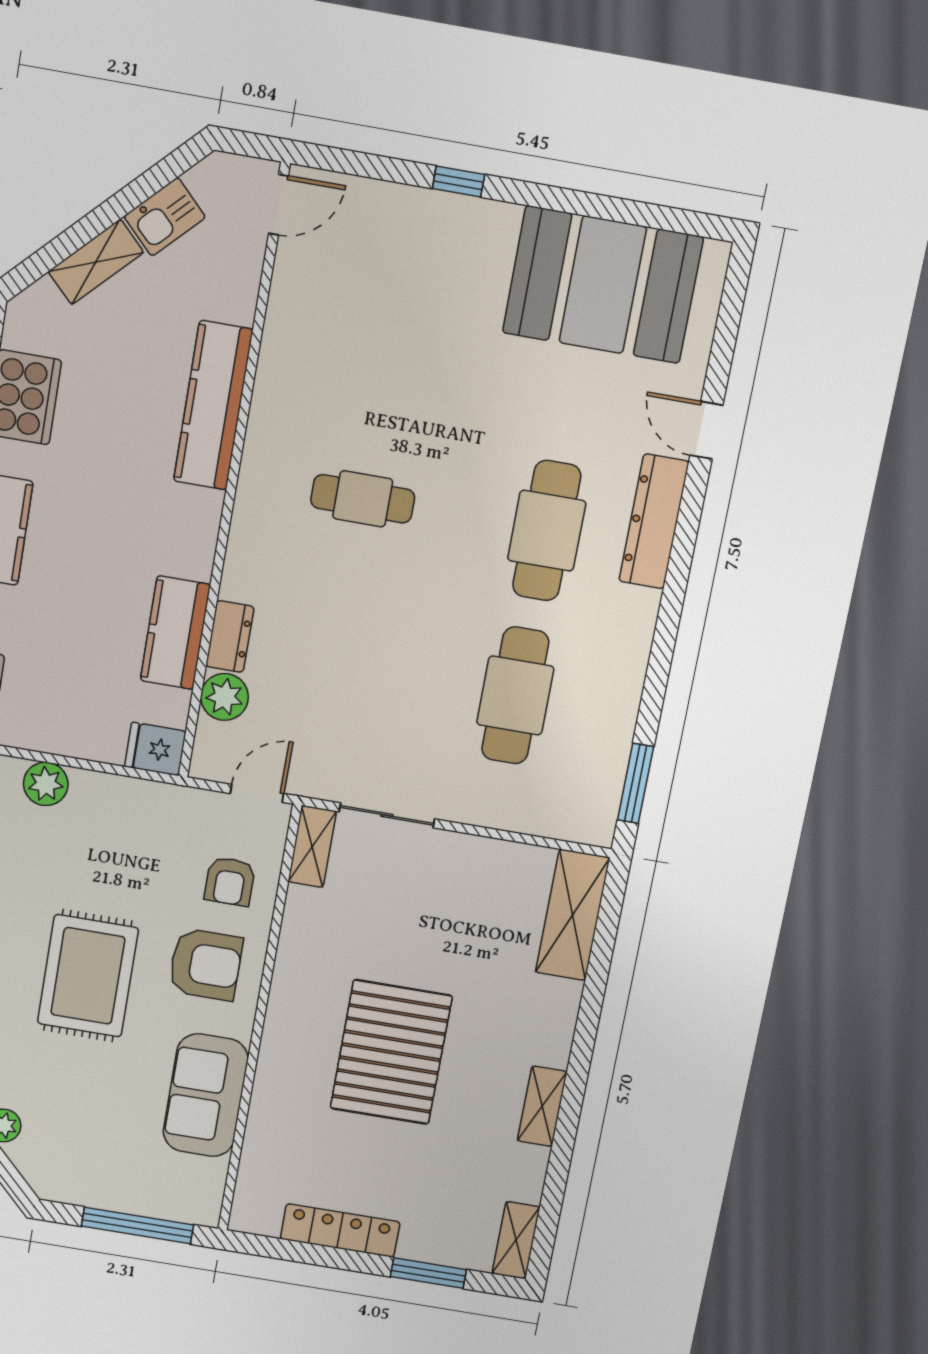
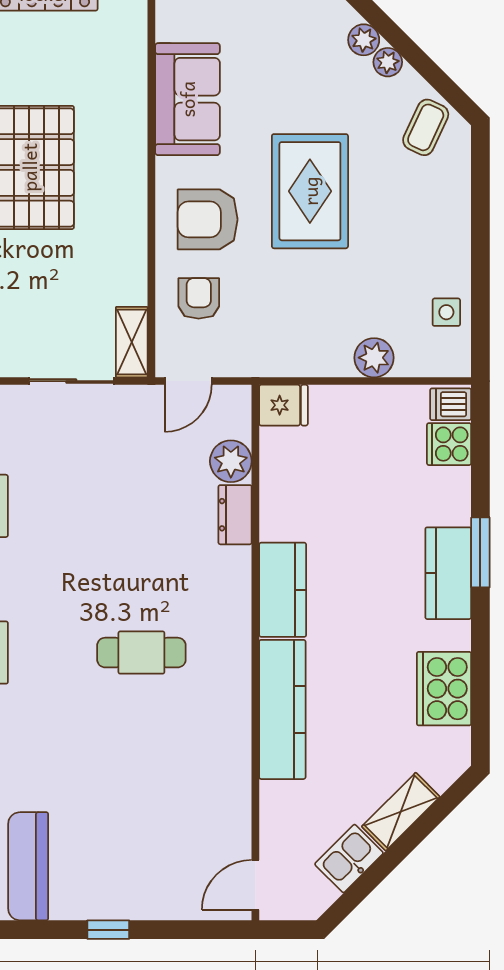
kitchen counter: (175, 633) -> (283, 590), moved

